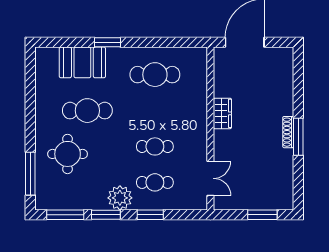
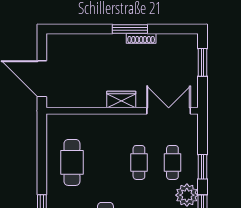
wardrobe: (222, 113) -> (121, 99), moved
shoe rack: (288, 132) -> (141, 38), moved
double door: (210, 178) -> (169, 111), width x1.37

